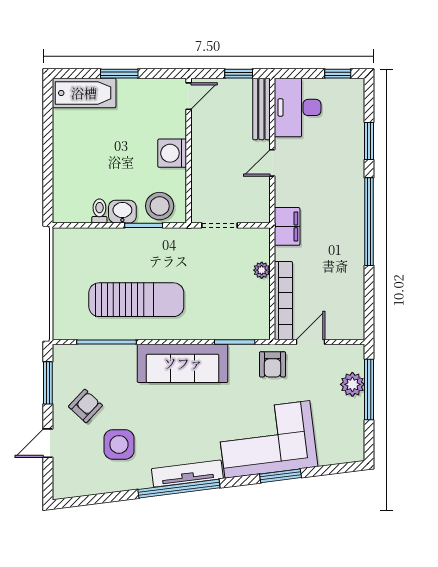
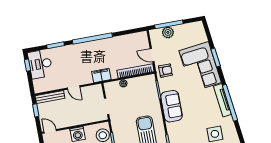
desk: (298, 107) -> (40, 64), moved, turned 90
sofa: (183, 363) -> (172, 106), width x0.73

